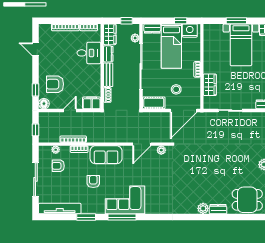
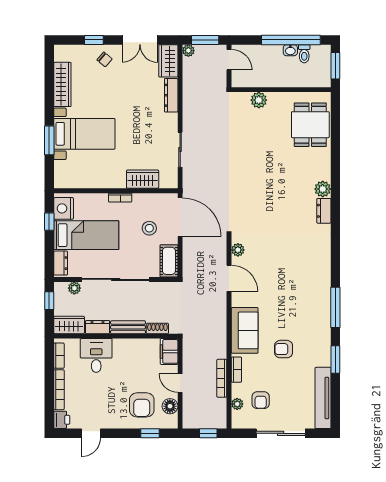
printer: (45, 29) -> (62, 420), added
floor lamp: (44, 104) -> (170, 406), moved
corner sofa: (125, 200) -> (310, 303), removed
dresser: (218, 209) -> (324, 211), moved

